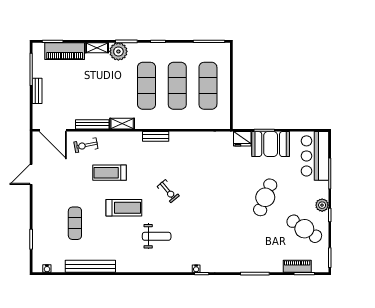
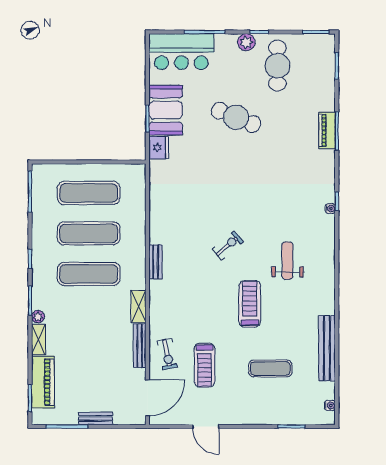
plant: (118, 51) -> (38, 317), width x0.53, depth x0.53
treadmill: (110, 173) -> (205, 365), moved
cafe table: (304, 229) -> (277, 66), turned -34
piano: (297, 266) -> (327, 130), moved

